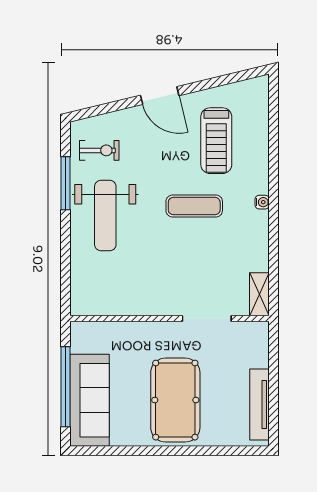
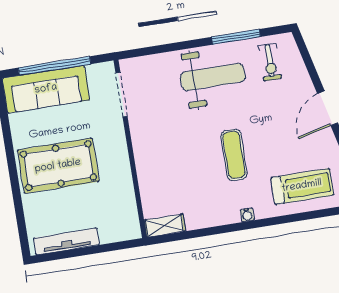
treadmill: (216, 141) -> (302, 186), moved, turned 180
weight bench: (105, 216) -> (213, 77), turned 180
doorway: (207, 318) -> (122, 95), moved

